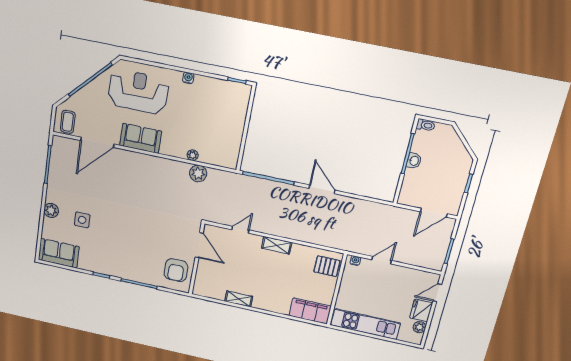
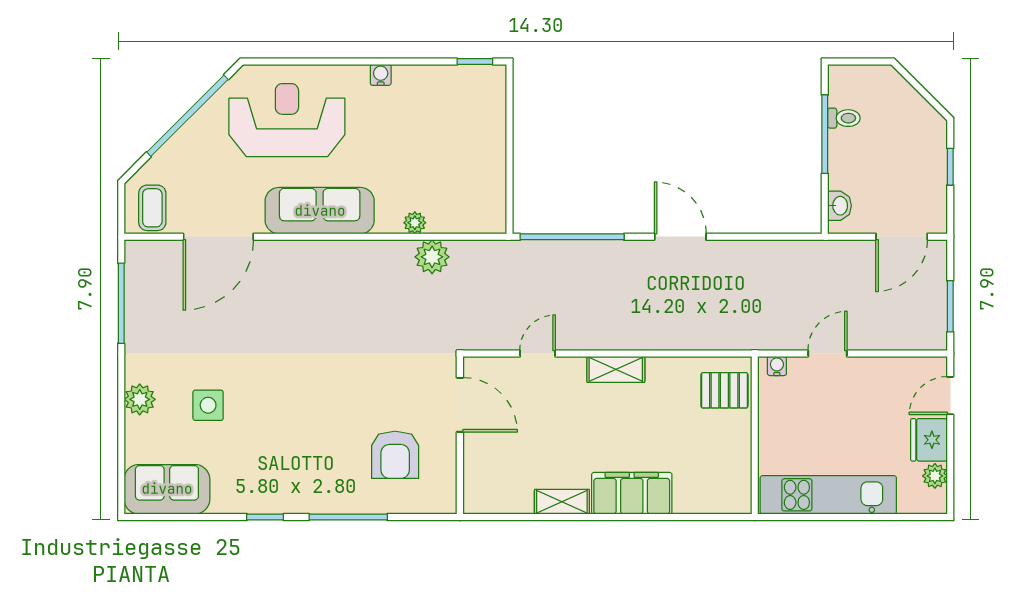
toilet: (426, 125) -> (844, 118), moved
sofa: (141, 138) -> (320, 211), width x1.36
washbasin: (414, 161) -> (839, 206), moved
armchair: (176, 270) -> (395, 455), moved
filing cabinet: (310, 311) -> (632, 493), moved

